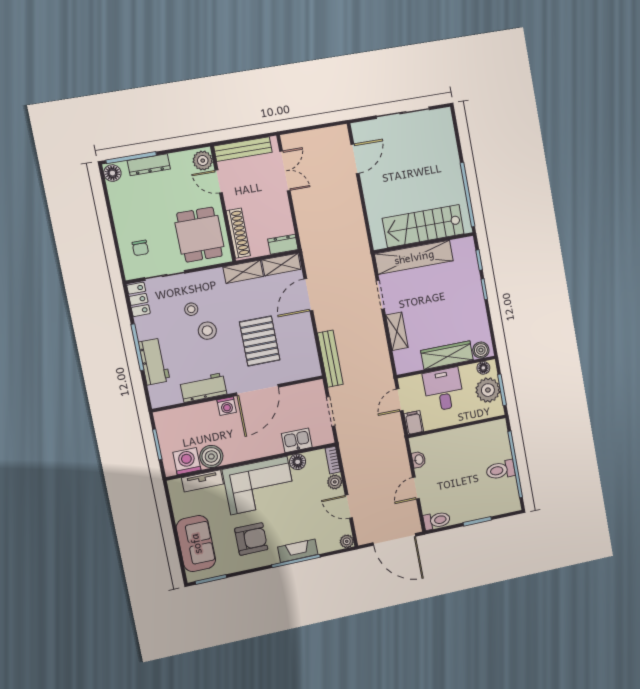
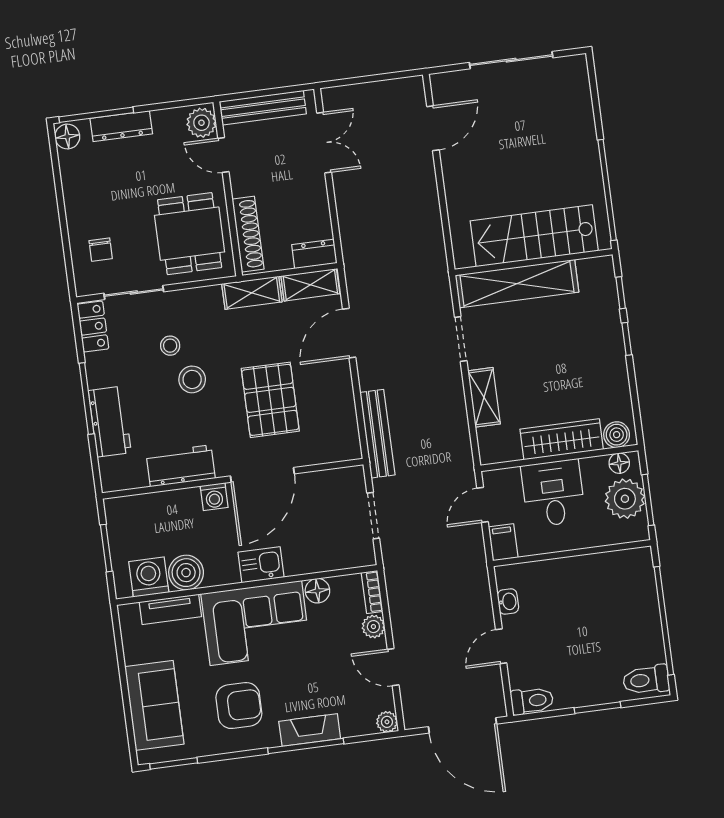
kitchen sink: (297, 440) -> (261, 565), moved
toilet: (500, 470) -> (646, 680), moved

